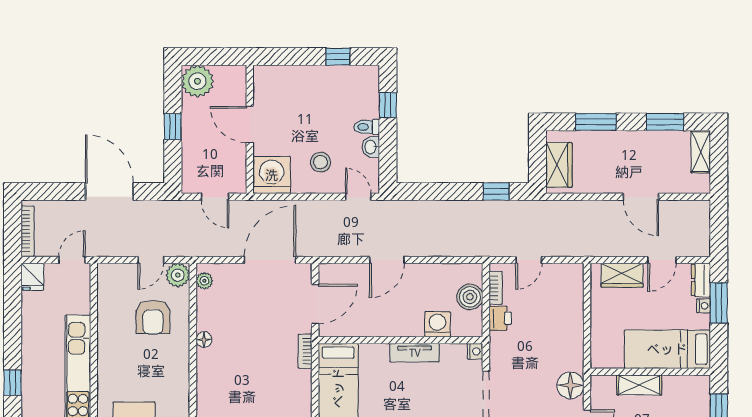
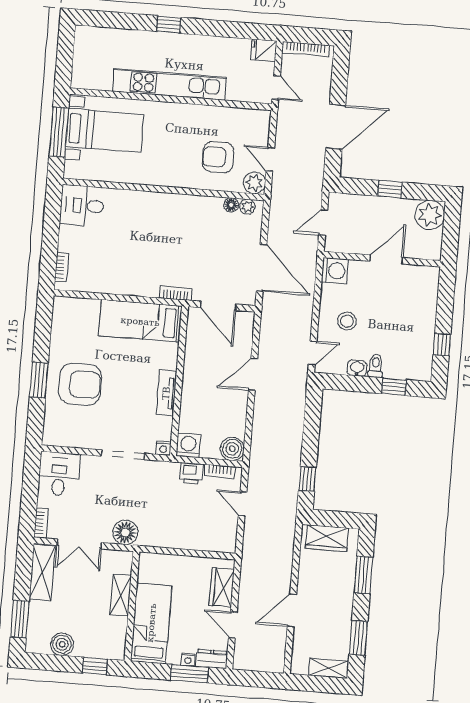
washing machine: (272, 175) -> (335, 271), width x0.73, depth x0.73
door: (387, 260) -> (253, 374), hinge flipped
boiler: (470, 297) -> (232, 449), moved
washing machine: (437, 324) -> (188, 445), moved, turned -90
floor lamp: (204, 340) -> (231, 205), moved

